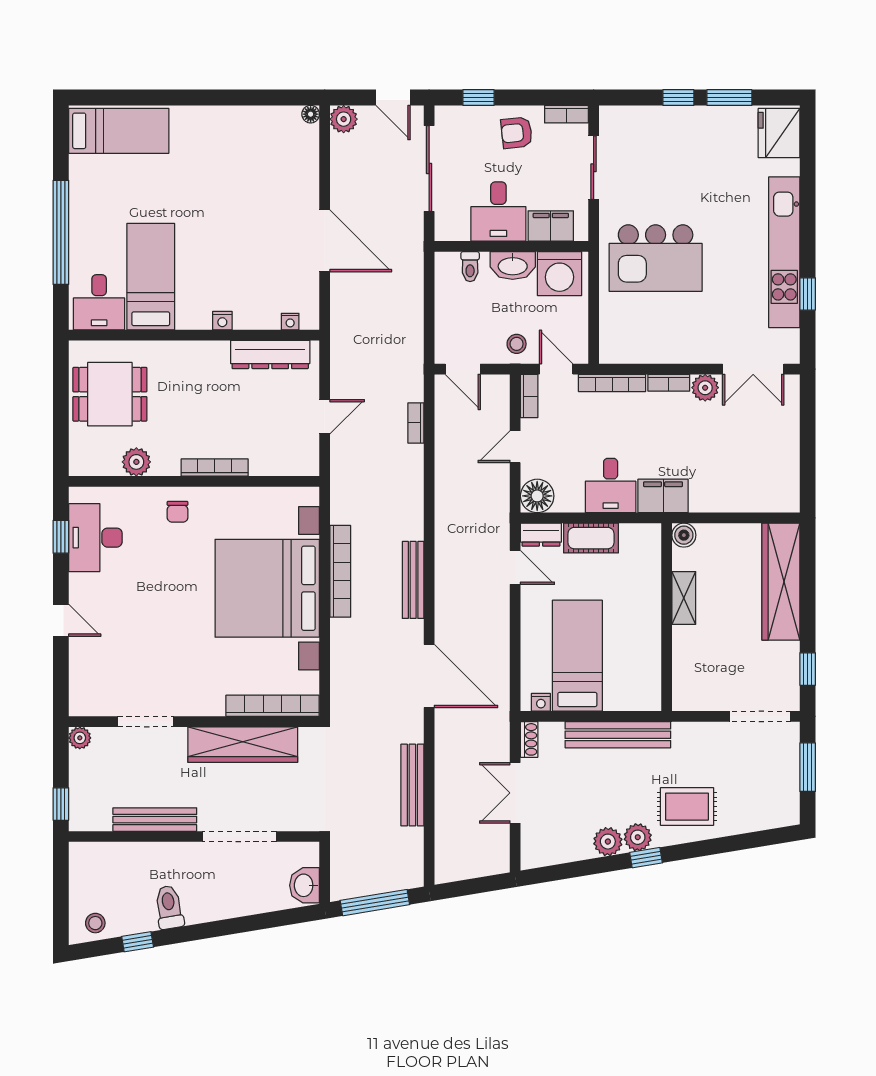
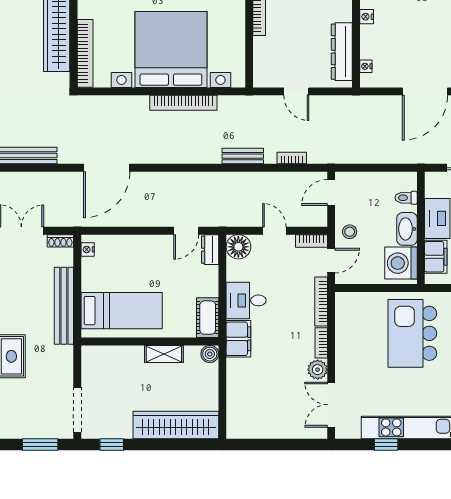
cot: (591, 538) -> (208, 318), moved
bench: (413, 580) -> (243, 156), moved, width x0.73
bed: (577, 656) -> (122, 311), moved

